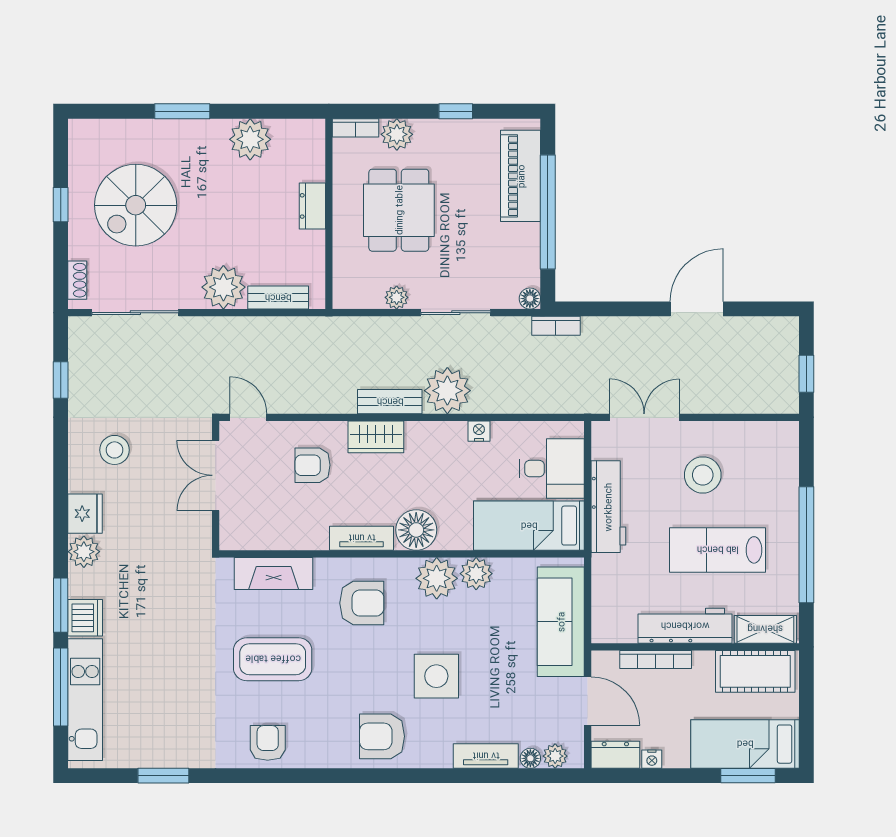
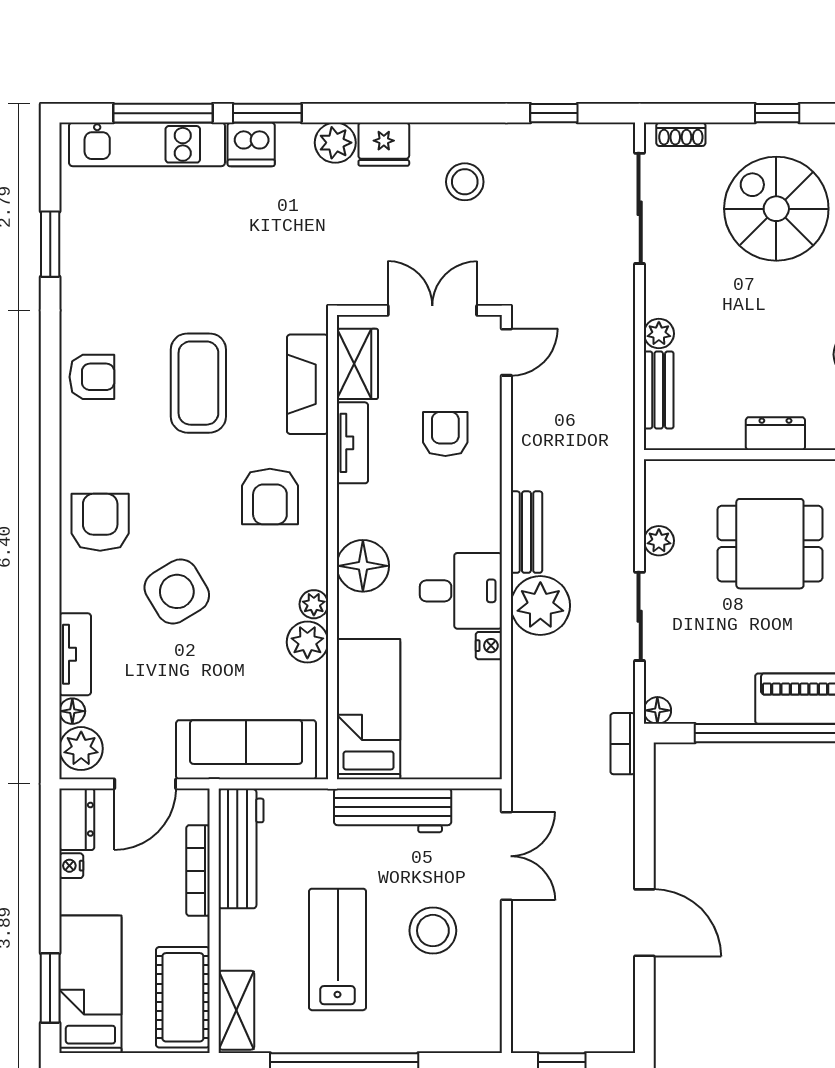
plant: (223, 287) -> (659, 334), width x0.53, depth x0.53
wardrobe: (376, 437) -> (357, 364), moved, turned 180
desk: (552, 469) -> (461, 591), moved, turned -90
tv unit: (362, 538) -> (352, 443), moved
plant: (437, 578) -> (314, 604), width x0.53, depth x0.53
workbench: (685, 626) -> (241, 849), moved
side table: (436, 676) -> (177, 591), turned -31
plant: (555, 756) -> (81, 749), width x1.38, depth x1.38

